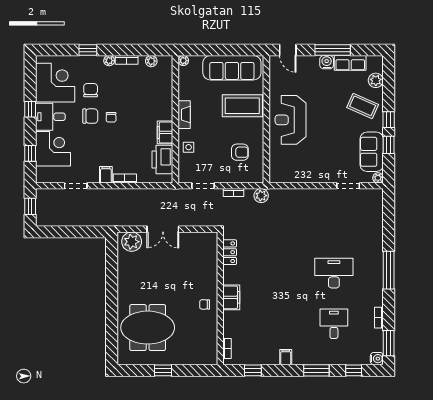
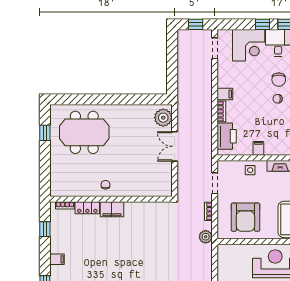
filing cabinet: (165, 132) -> (258, 148), width x0.50
armchair: (240, 152) -> (245, 217), width x1.88, depth x1.88
window: (30, 153) -> (263, 24), moved
printer: (162, 159) -> (227, 136), moved, turned 90
doorway: (76, 186) -> (215, 48), moved
locker: (230, 252) -> (87, 208), moved
meeting table: (148, 328) -> (84, 132), turned 90
window: (163, 370) -> (45, 133), moved

